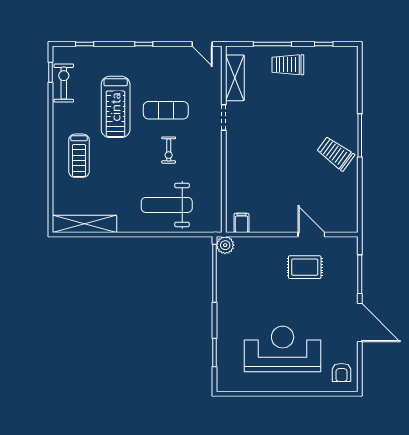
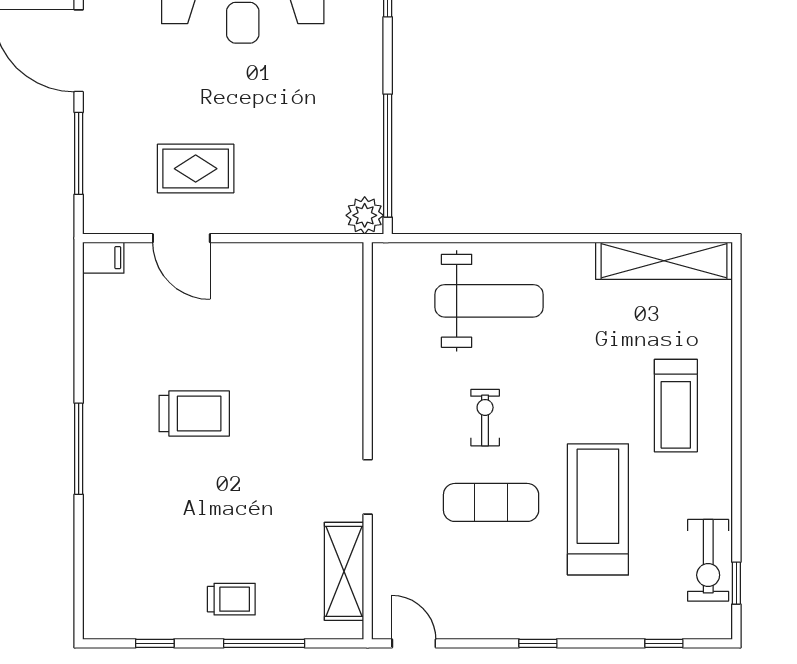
trolley: (288, 65) -> (231, 599), width x0.73, depth x0.72
trolley: (335, 153) -> (194, 413), moved, turned -36
treadmill: (79, 156) -> (676, 406), turned 180
filing cabinet: (242, 223) -> (103, 258), moved, turned -90

